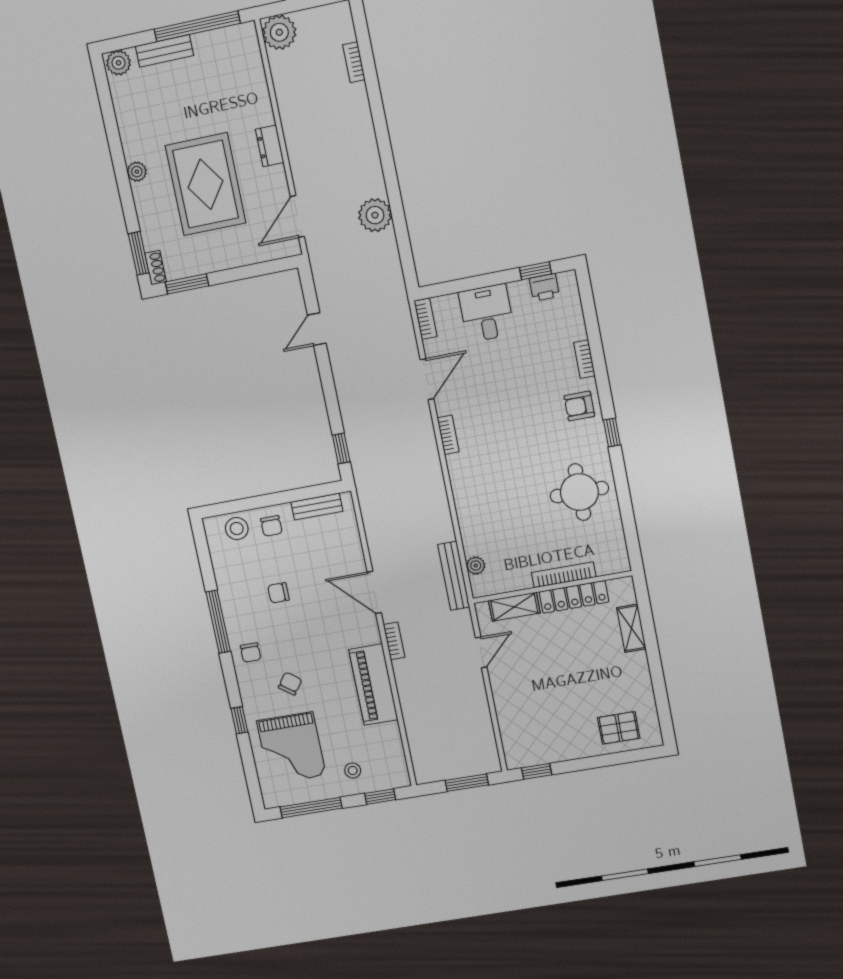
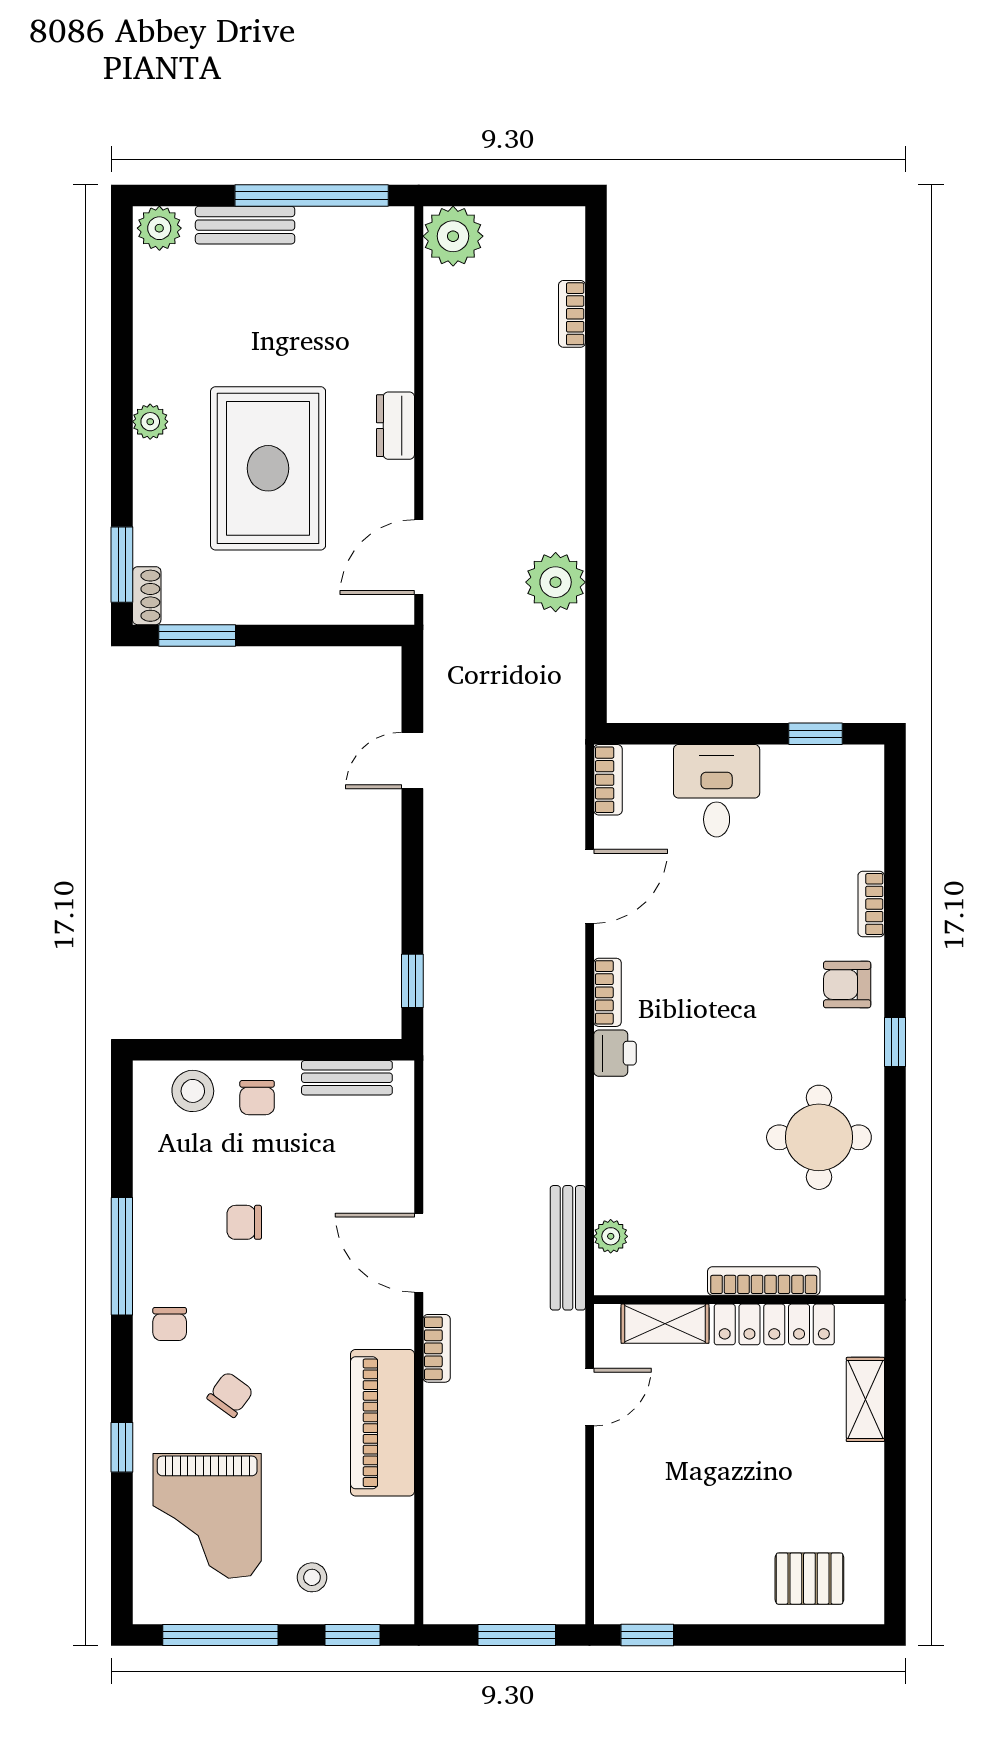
printer: (544, 287) -> (615, 1053), moved, turned -90

